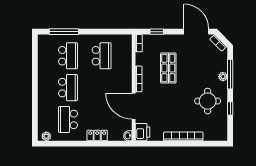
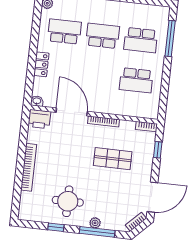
school desk: (68, 88) -> (103, 36), turned 180
door: (134, 106) -> (72, 112), hinge flipped

